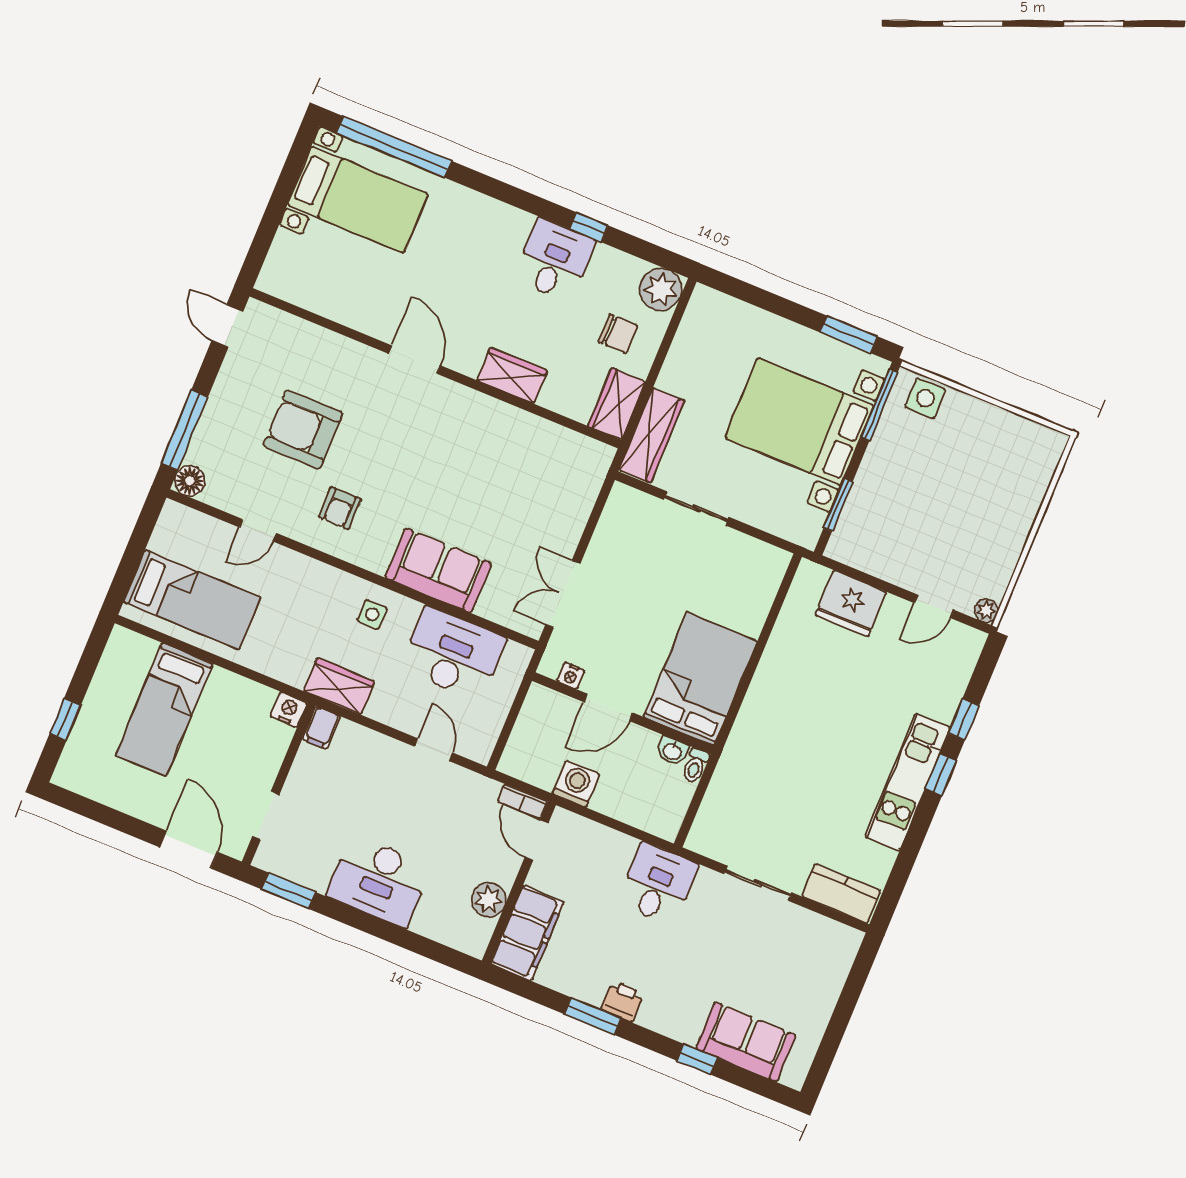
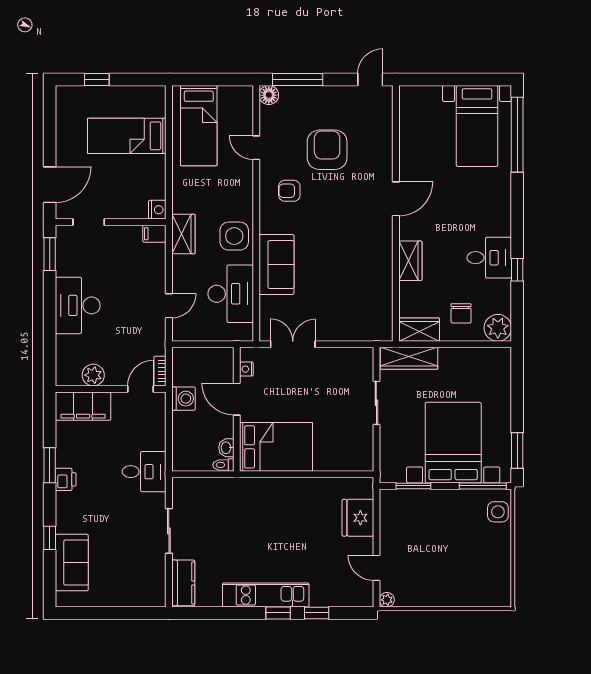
side table: (372, 614) -> (234, 236), width x1.87, depth x1.87

